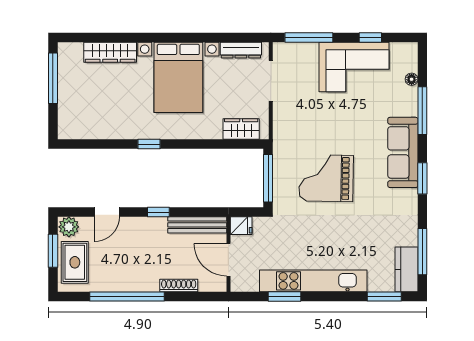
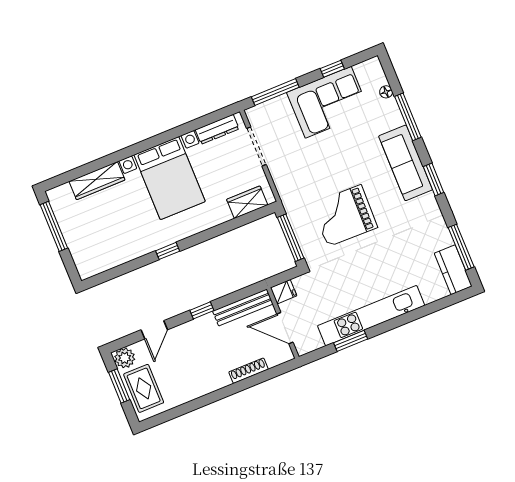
window: (127, 297) -> (205, 400), removed
window: (384, 297) -> (443, 303), removed

